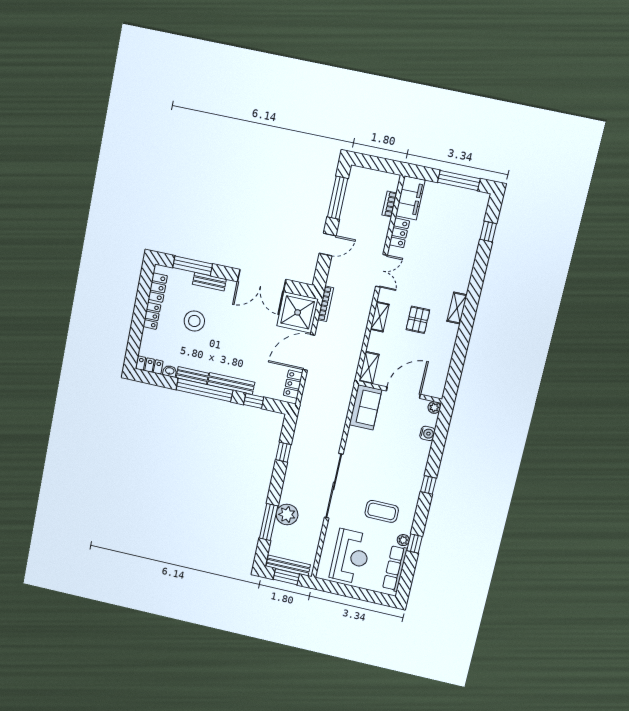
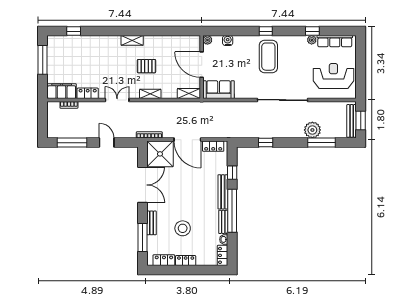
coffee table: (382, 511) -> (268, 57), moved, width x1.36, depth x1.32

